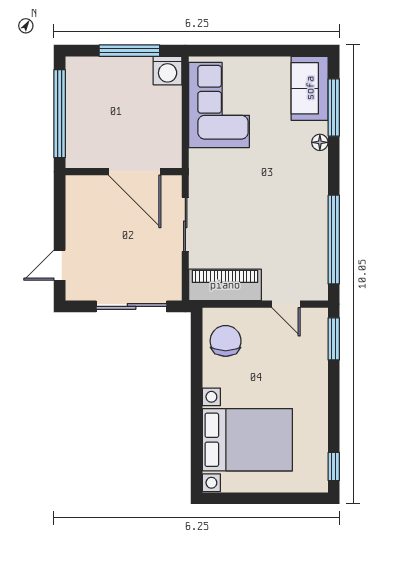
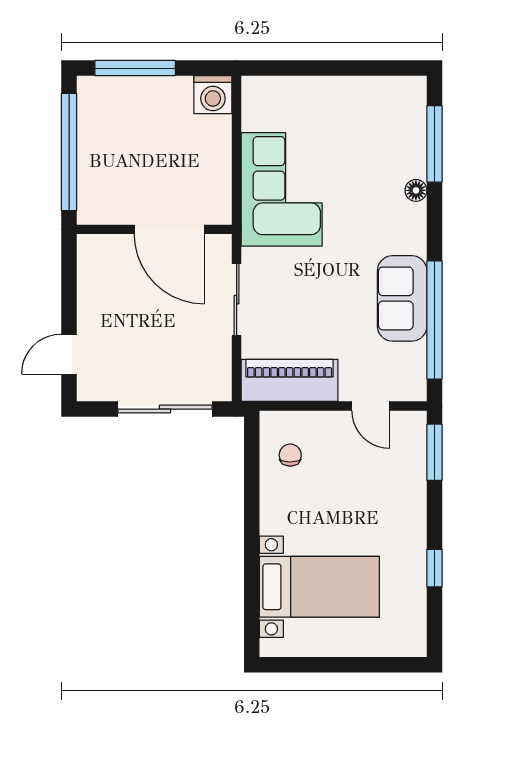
window: (129, 51) -> (135, 68), moved
sofa: (310, 88) -> (402, 298), moved
corner sofa: (219, 105) -> (282, 189), moved
chair: (226, 341) -> (290, 455), width x0.54, depth x0.54
bed with nightstands: (247, 440) -> (319, 587), width x0.73
window: (334, 466) -> (434, 568), moved

